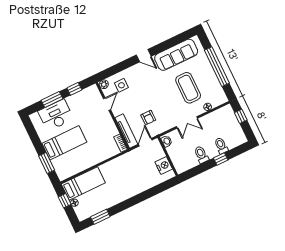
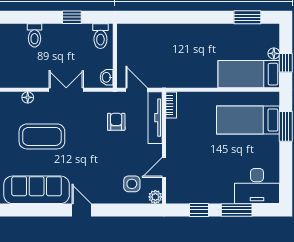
coffee table: (188, 88) -> (42, 136), turned 90
desk: (56, 115) -> (257, 186), moved
door: (145, 142) -> (137, 90), swing flipped
bed: (64, 143) -> (248, 120), moved
toilet: (201, 155) -> (100, 36), moved
window: (221, 159) -> (72, 17), moved
nightstand: (164, 165) -> (127, 46), removed

